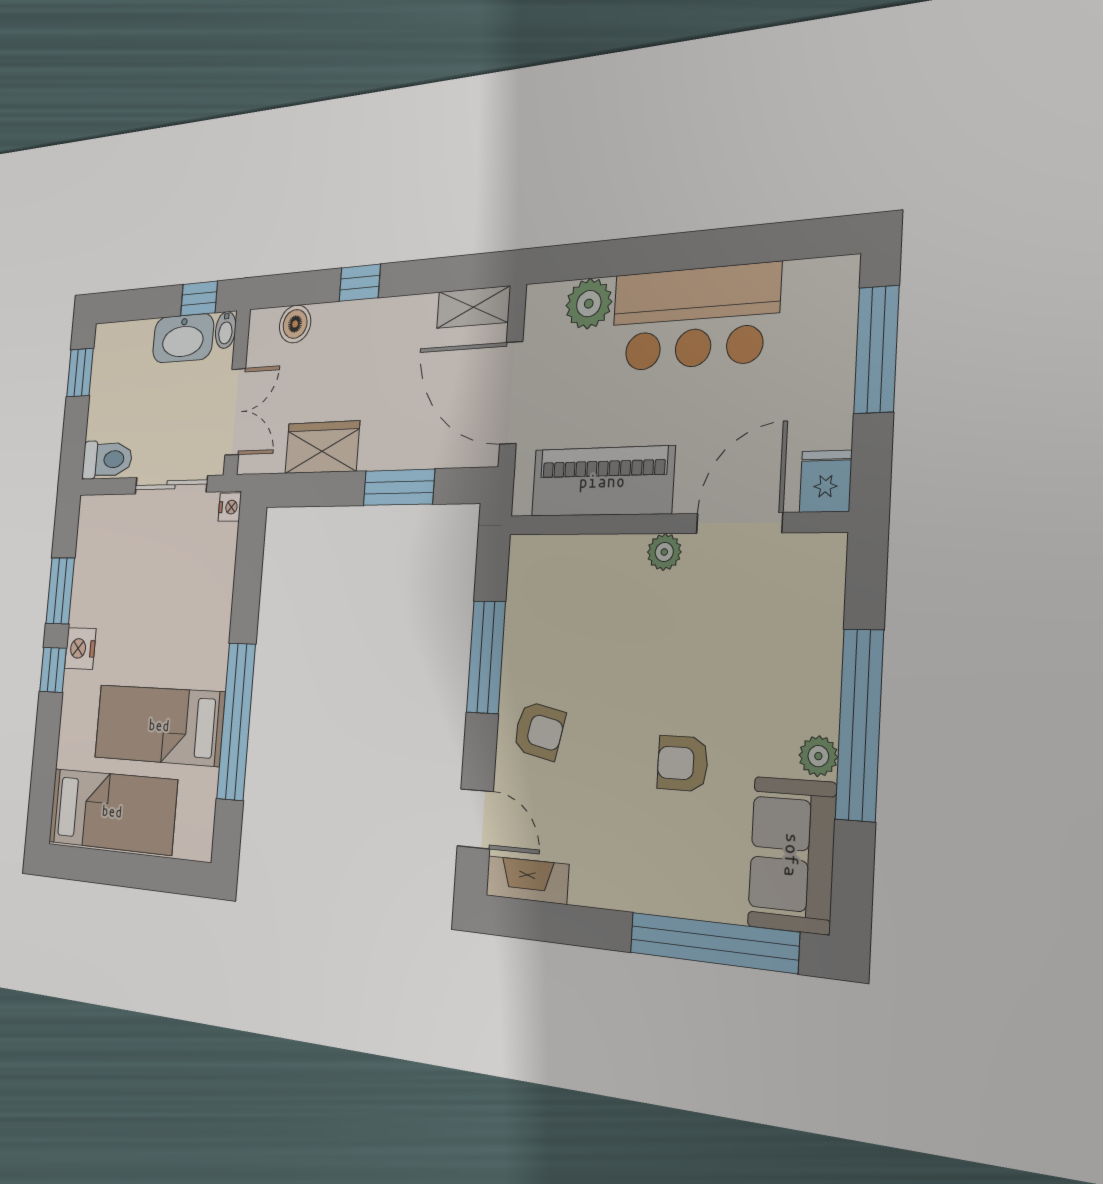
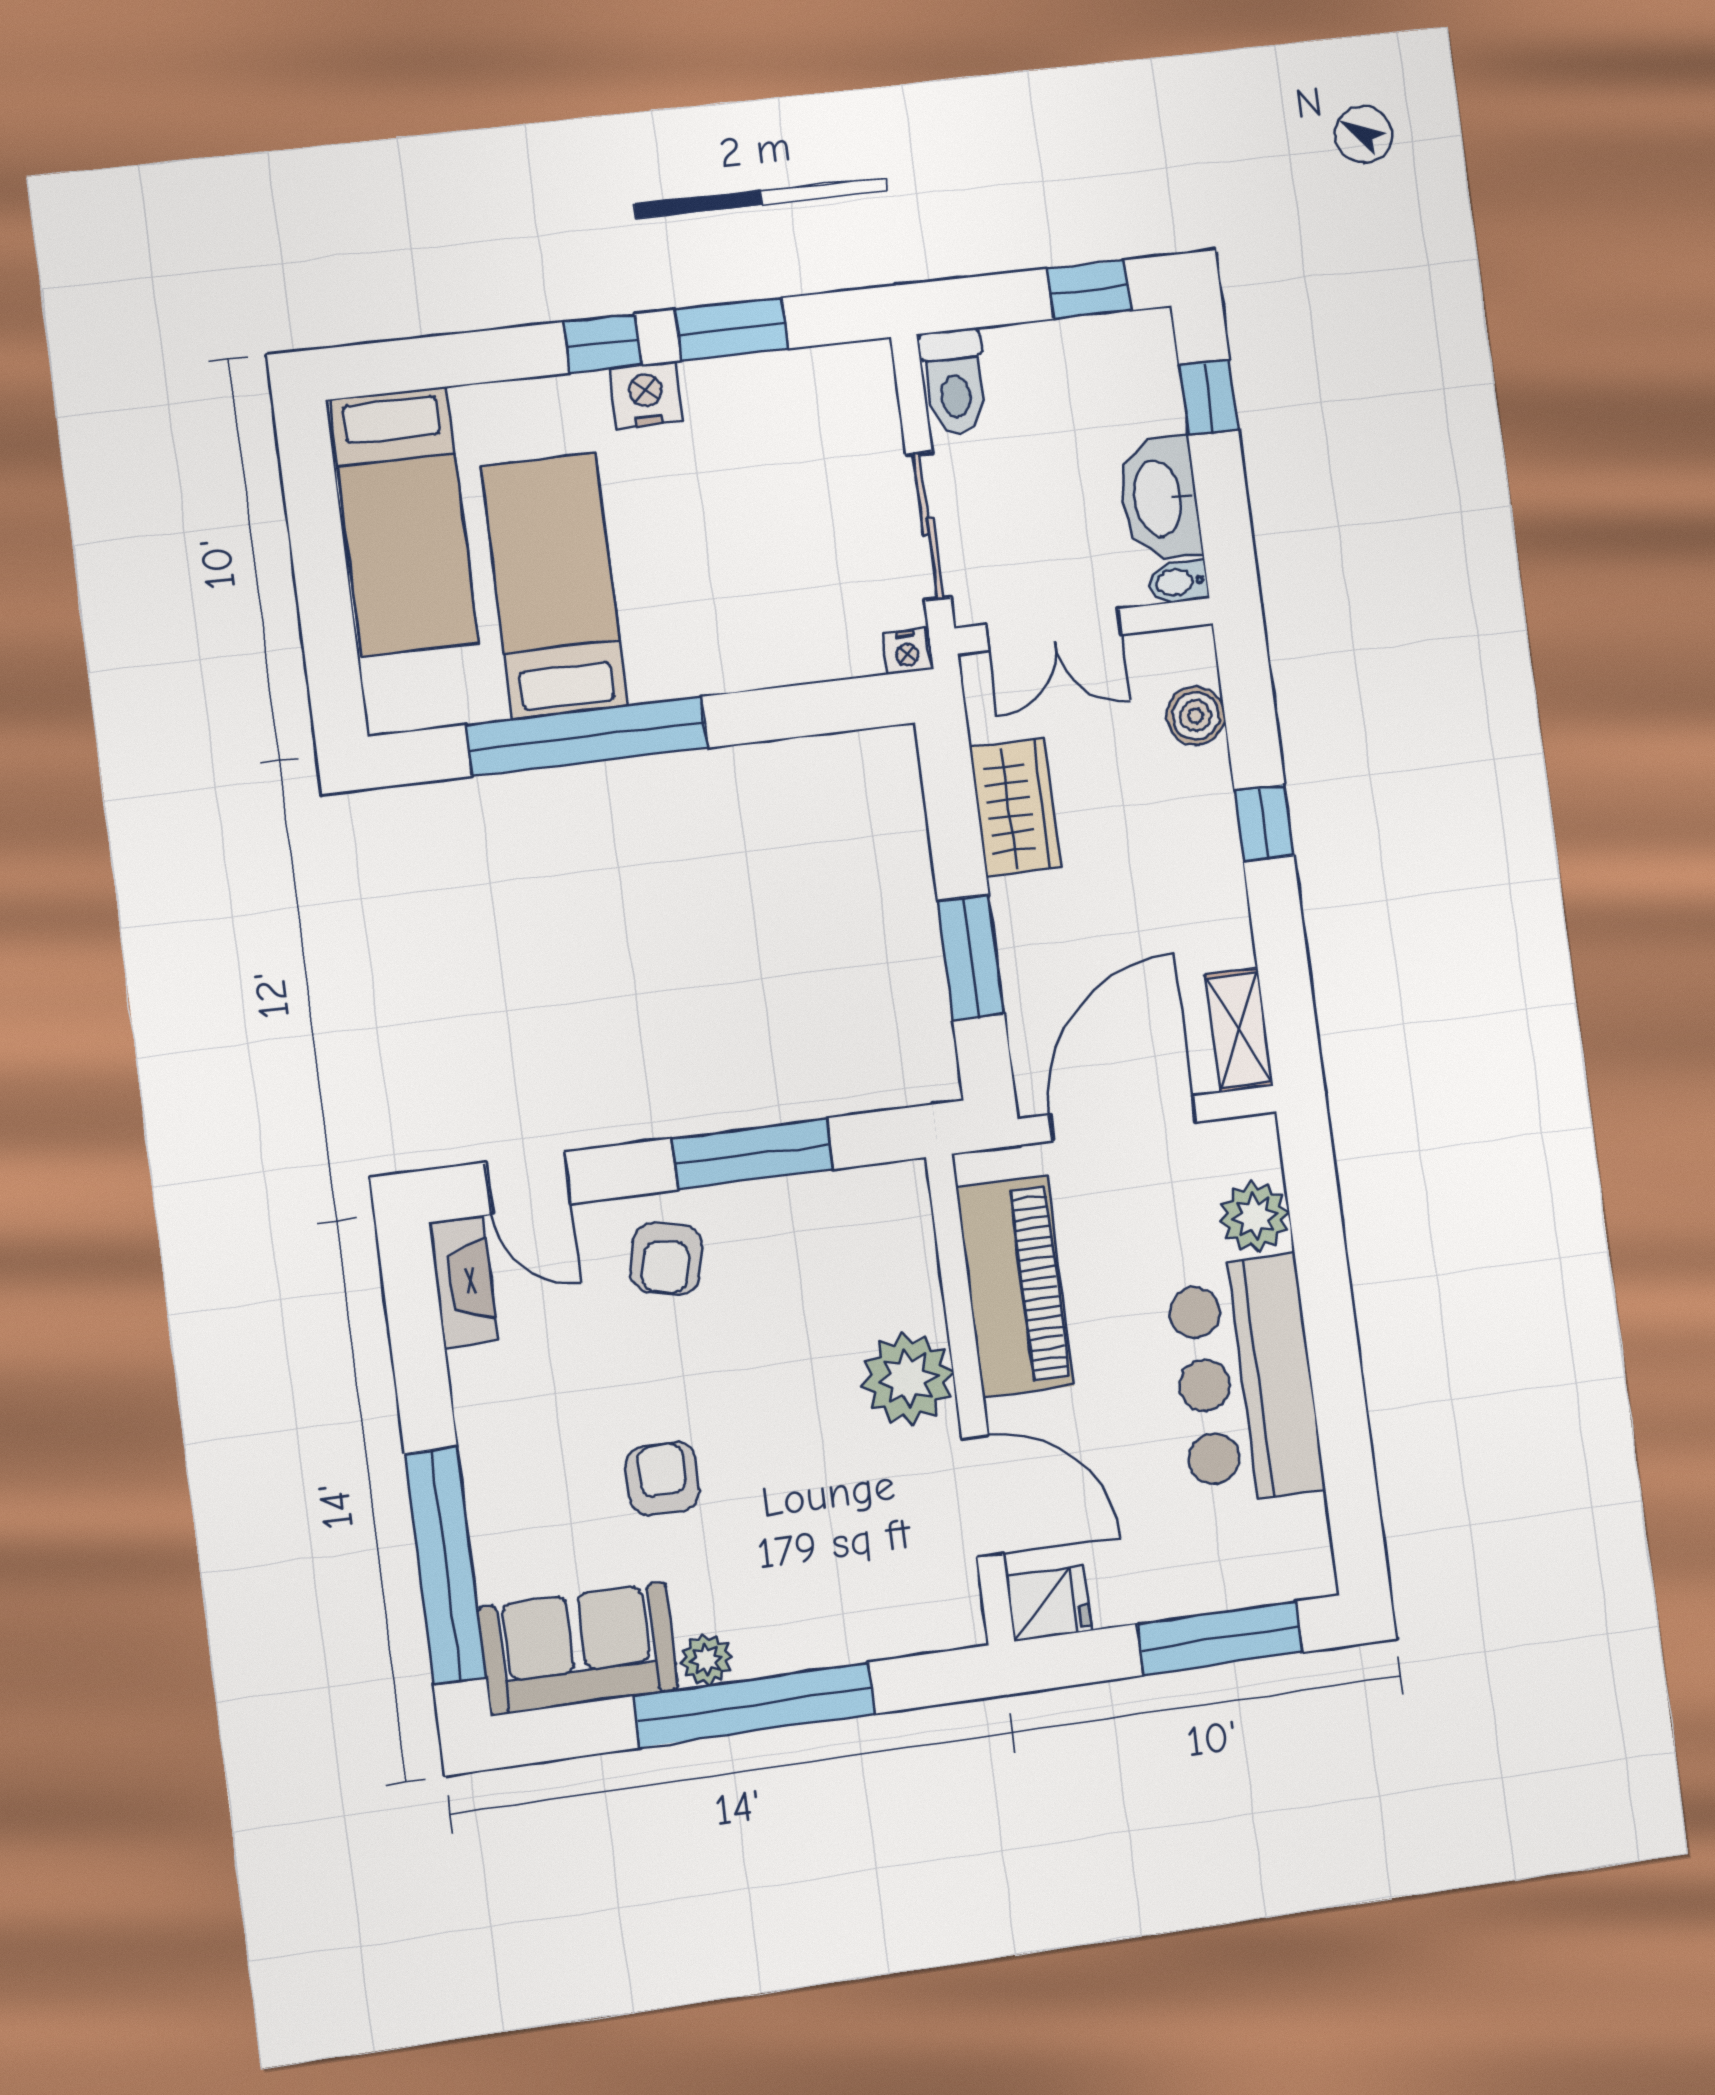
window: (199, 298) -> (1209, 397), moved
plant: (664, 552) -> (908, 1379), width x1.88, depth x1.88
door: (475, 819) -> (528, 1183), hinge flipped

